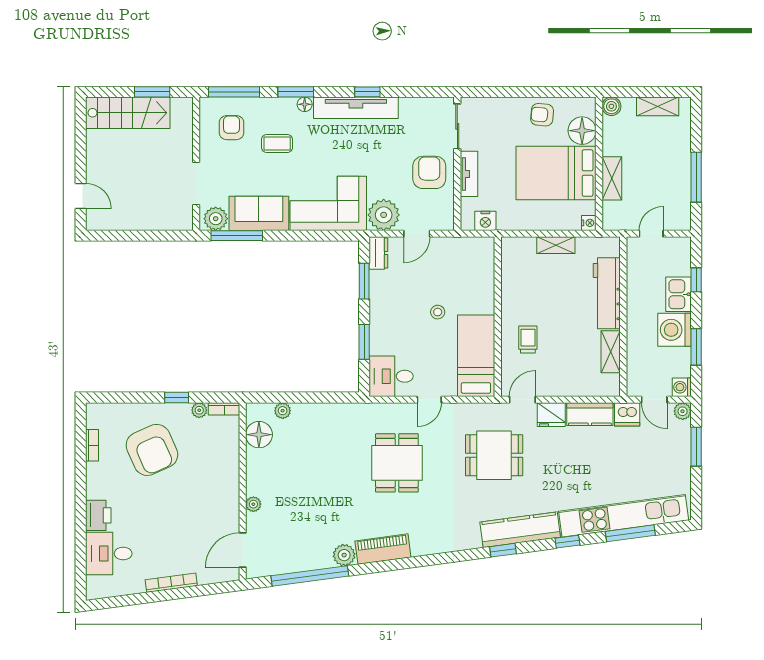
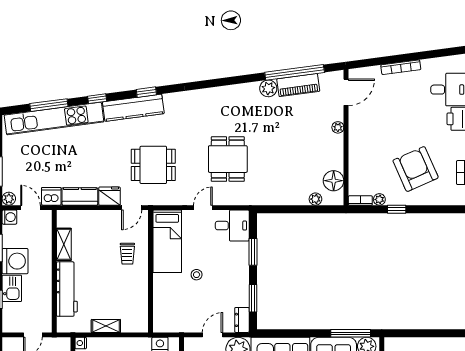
piano: (383, 549) -> (298, 85), moved

